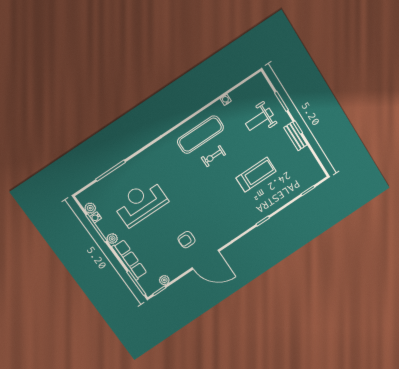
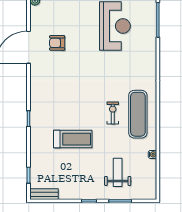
bench: (295, 136) -> (44, 194), moved
treadmill: (256, 175) -> (73, 139), turned -90
armchair: (186, 240) -> (57, 43), turned -90

